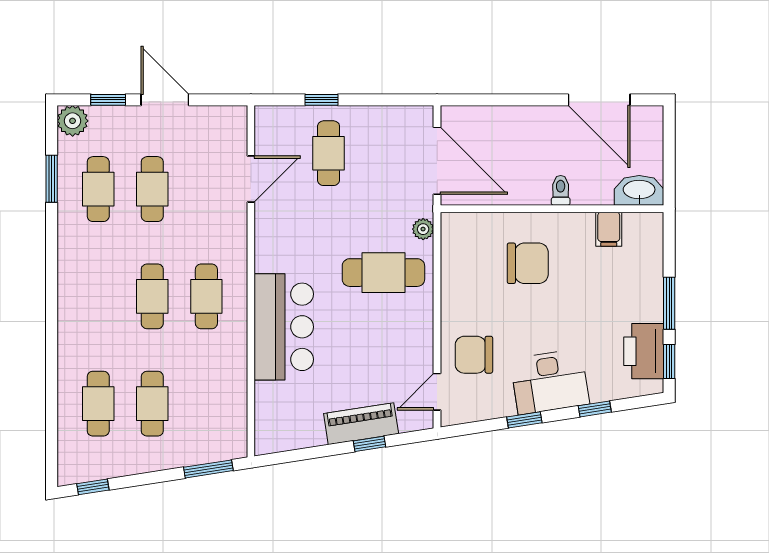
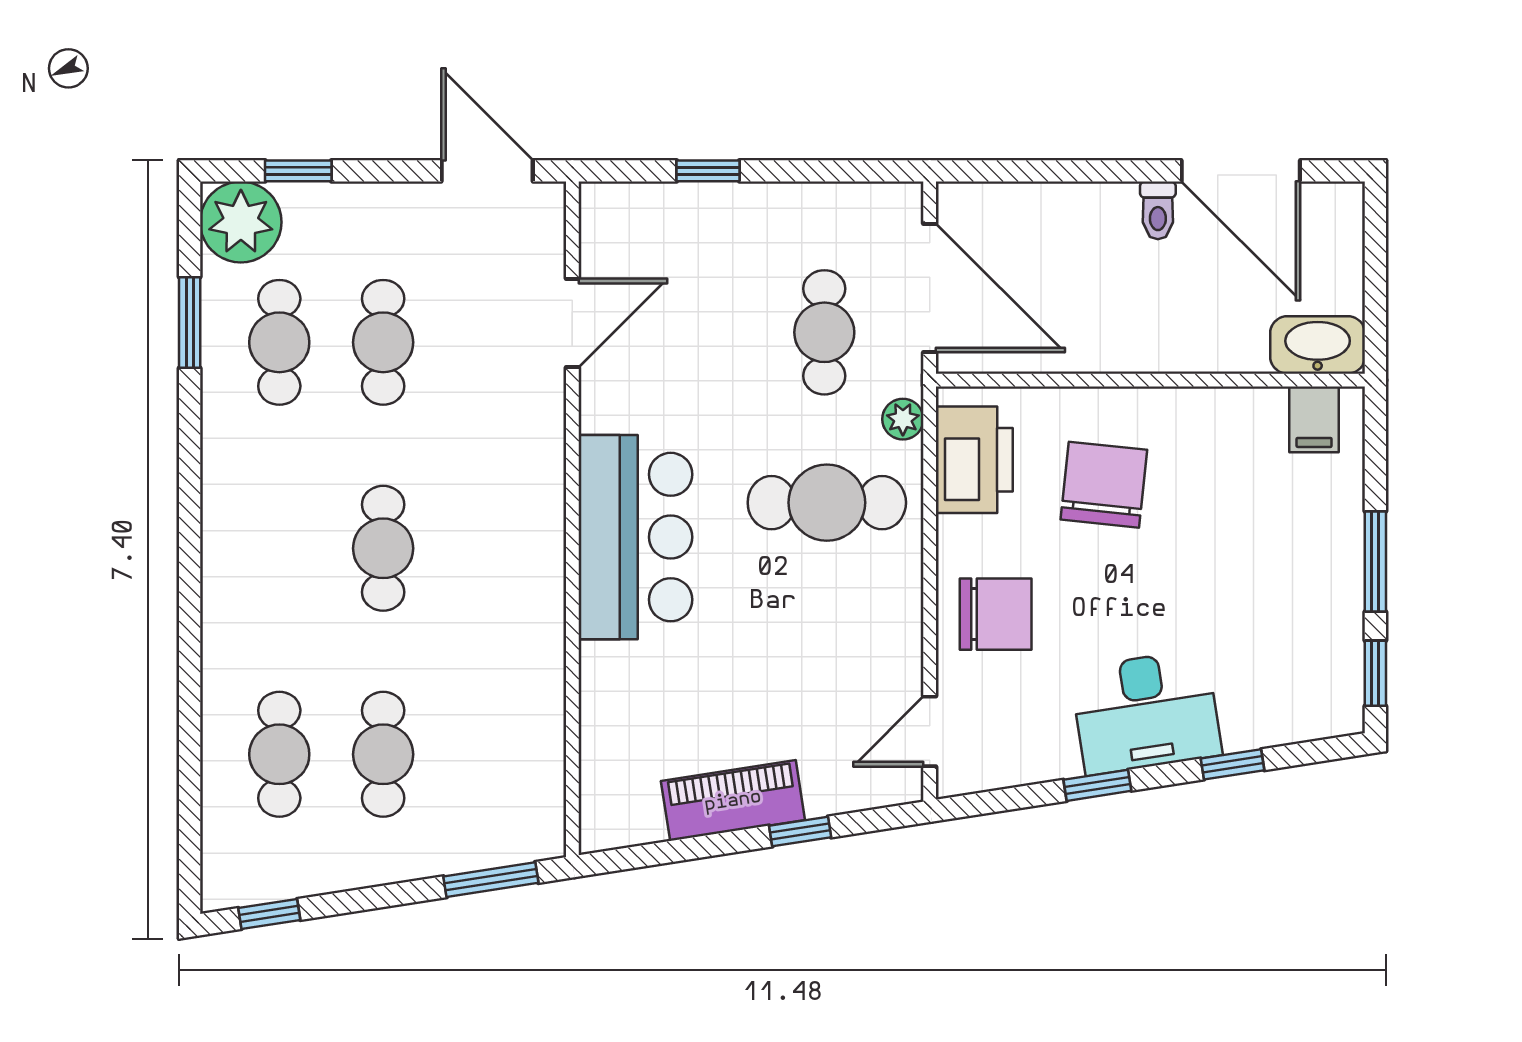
door: (165, 100) -> (487, 171), moved
plant: (73, 121) -> (241, 222), width x1.36, depth x1.36
cafe table: (329, 153) -> (824, 332), moved
toilet: (561, 190) -> (1158, 210), moved, turned 180
filing cabinet: (609, 229) -> (1314, 419), moved
chair: (528, 263) -> (1104, 485), turned -84
cafe table: (206, 296) -> (487, 548), removed
bar counter: (284, 327) -> (635, 537), moved
printer: (644, 351) -> (974, 460), moved, turned 180
chair: (474, 355) -> (996, 614), moved, turned 180
piano: (361, 424) -> (733, 801), moved

